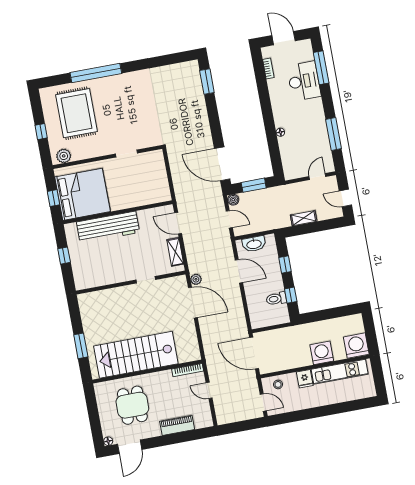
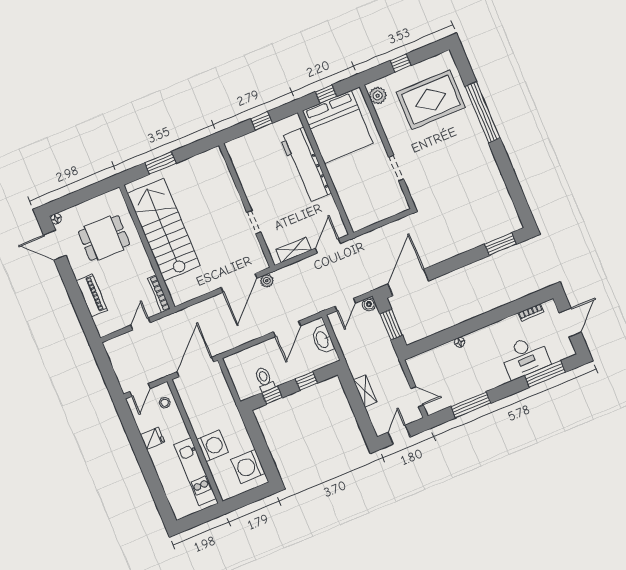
washing machine: (356, 346) -> (248, 467), moved, turned 180
fridge: (305, 379) -> (152, 438), moved, turned 180

